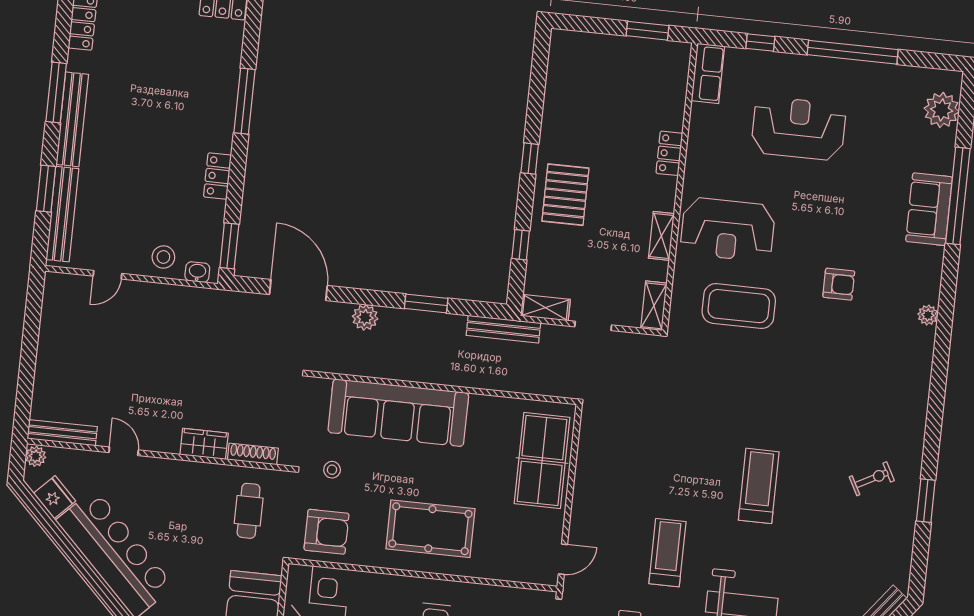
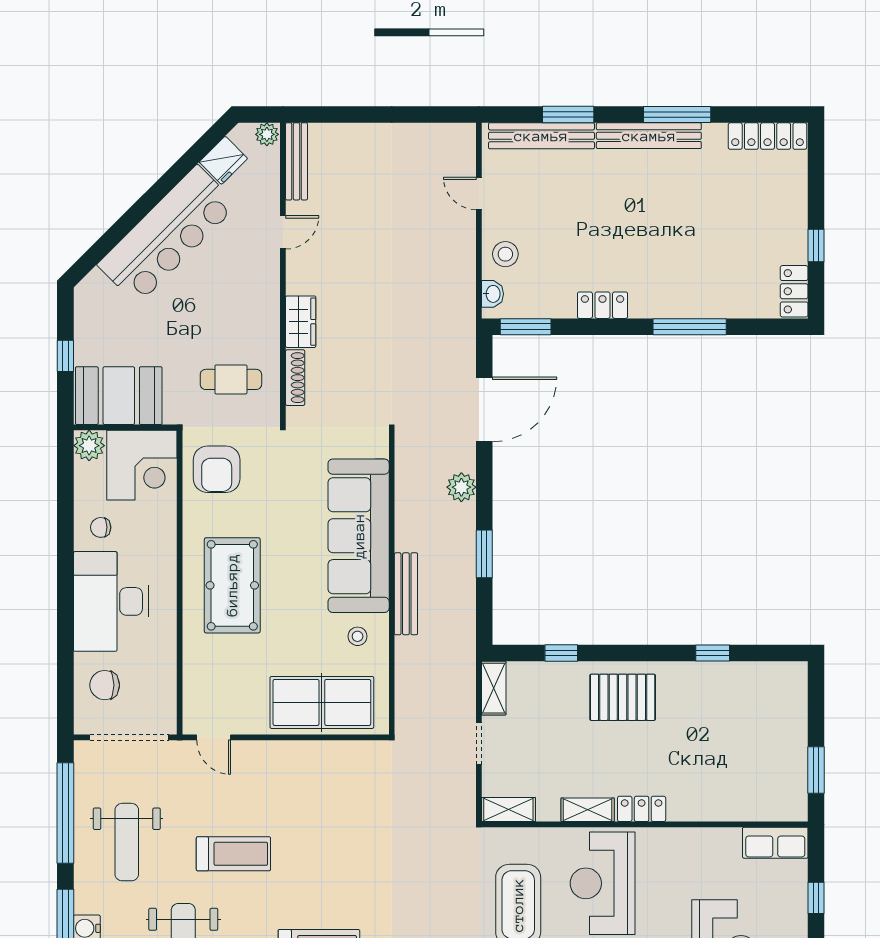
locker: (669, 153) -> (642, 809), moved
window: (530, 159) -> (713, 653), moved
bench: (503, 329) -> (406, 594), moved
stool: (332, 470) -> (358, 636), moved

